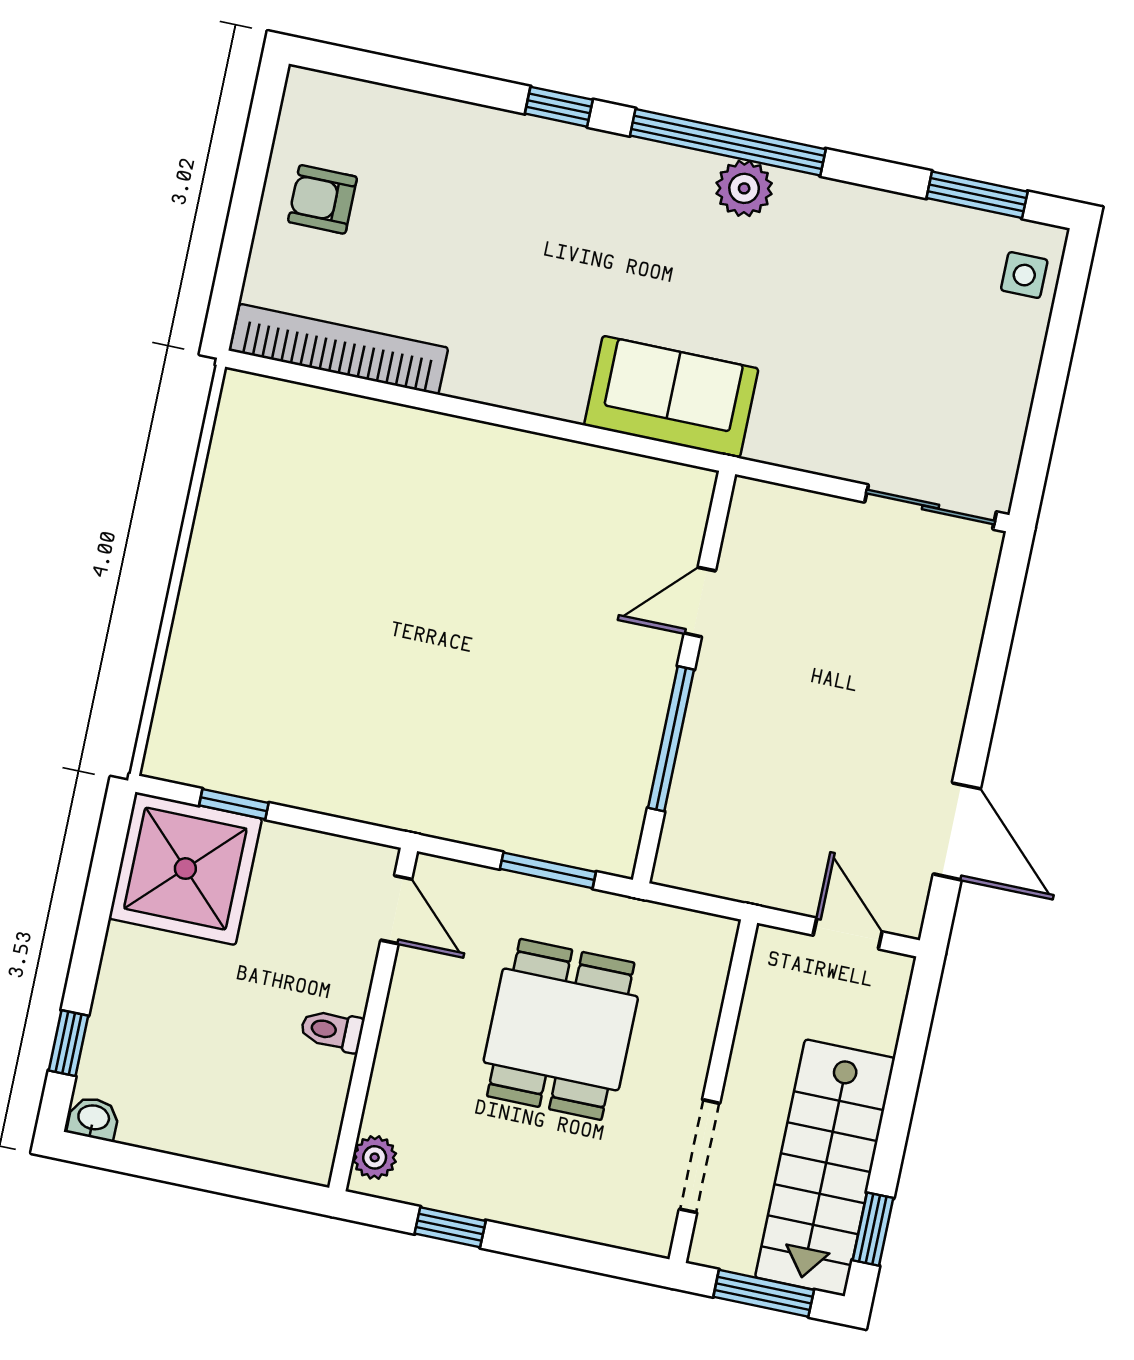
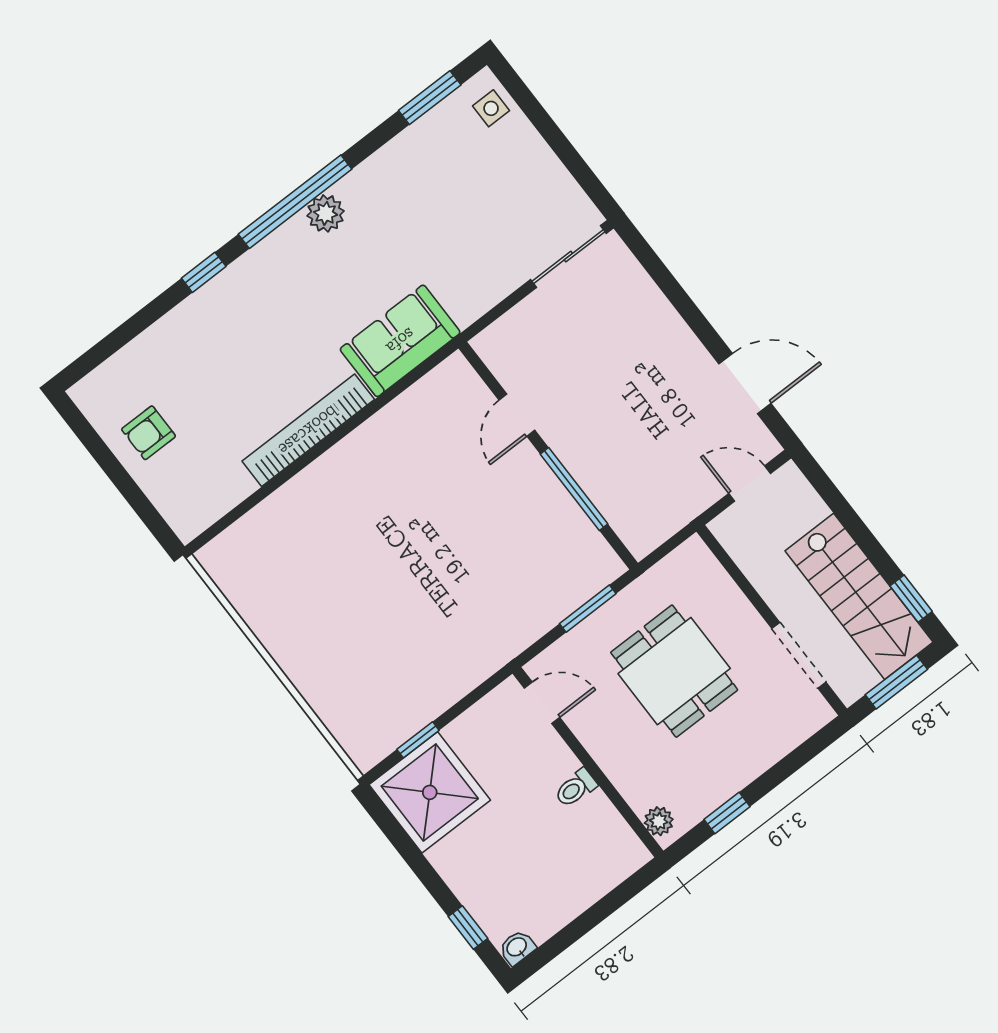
bookcase: (339, 349) -> (308, 430), moved

